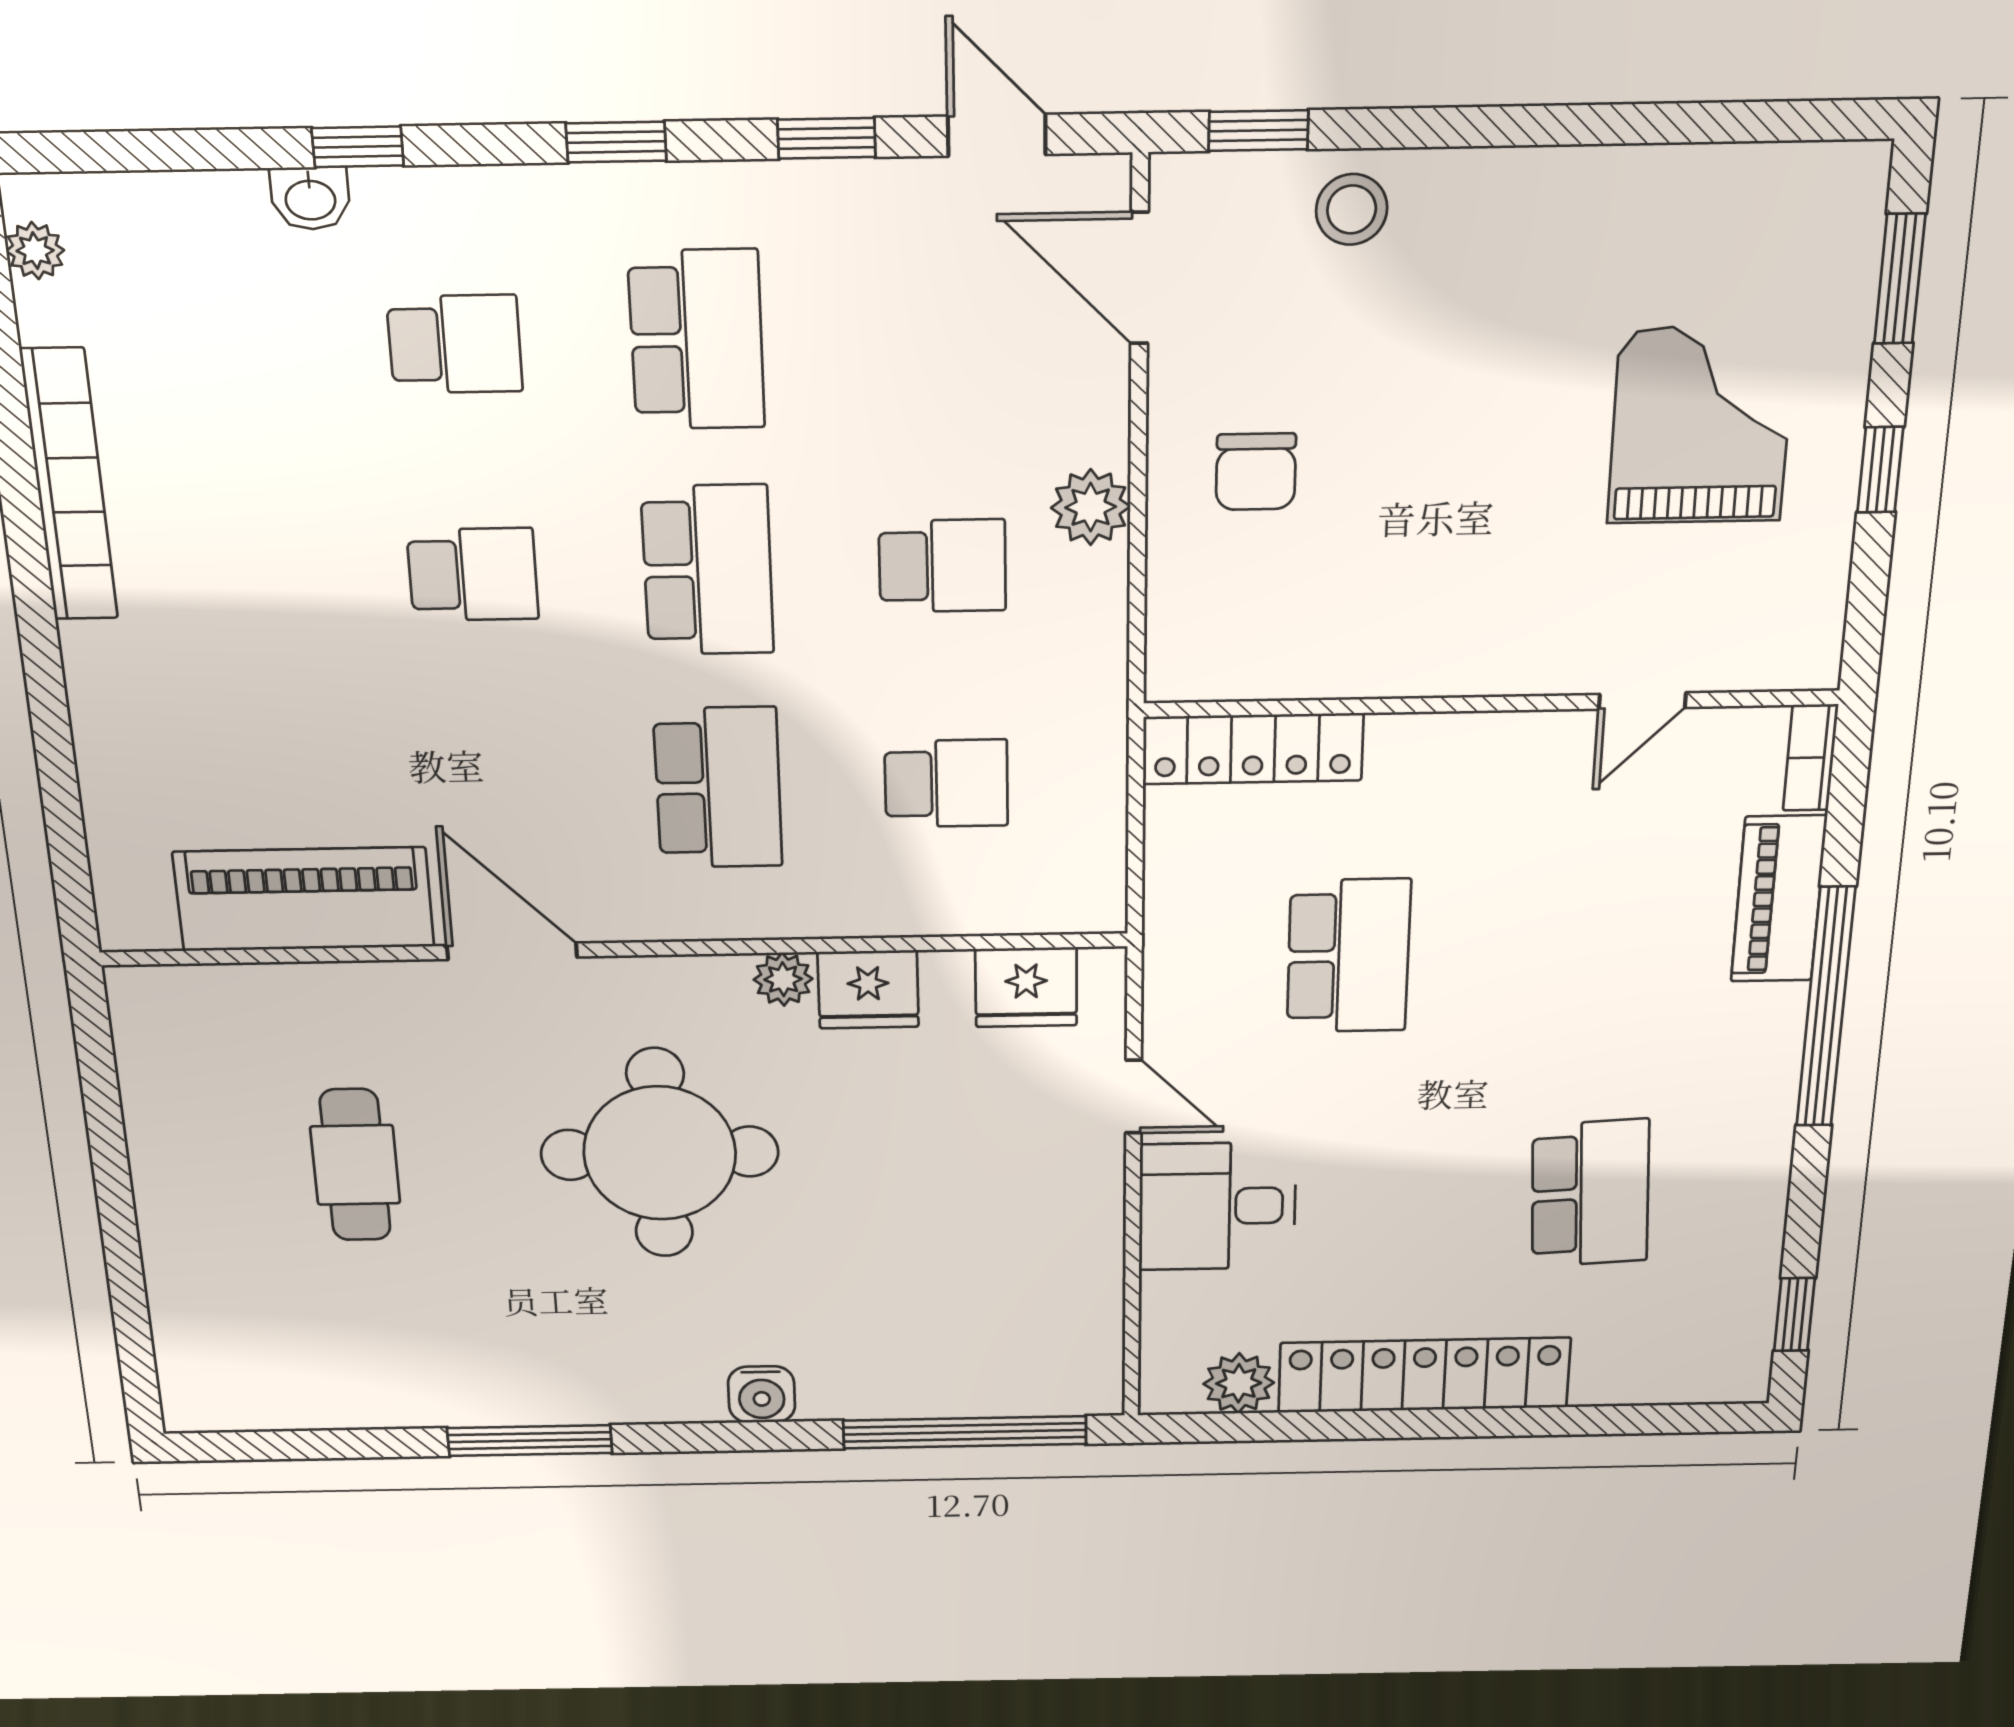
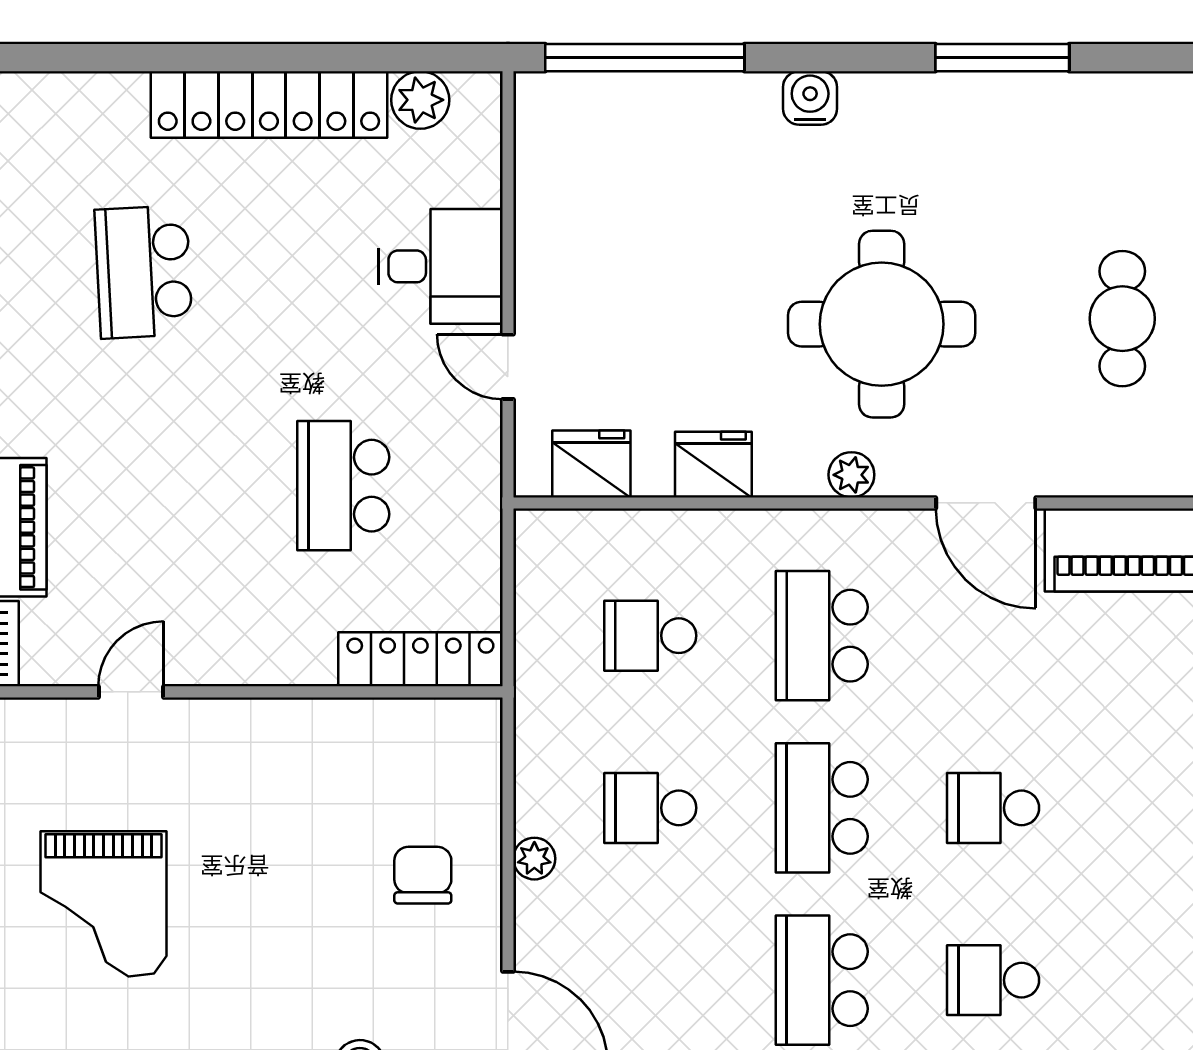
plant: (1091, 507) -> (534, 859), width x0.73, depth x0.73
plant: (783, 979) -> (851, 475), moved

